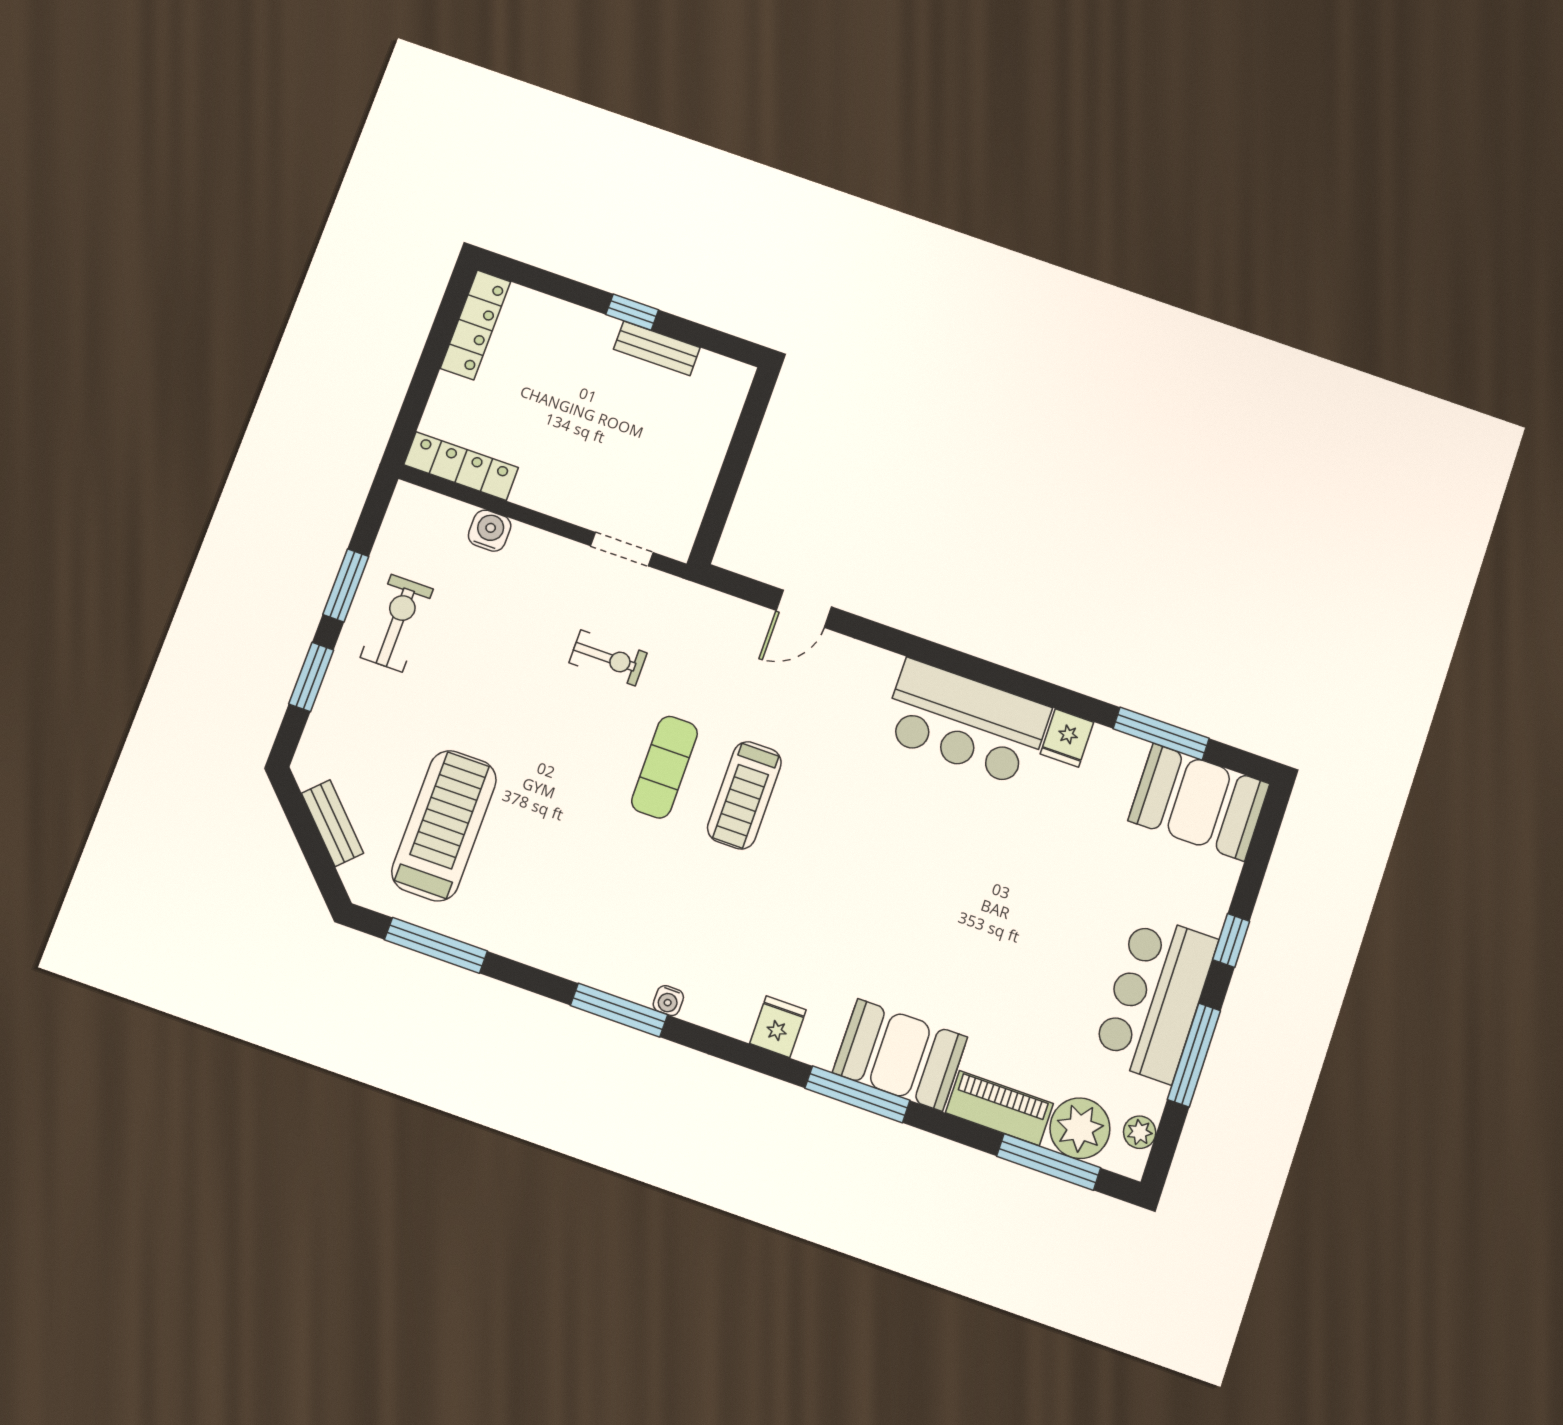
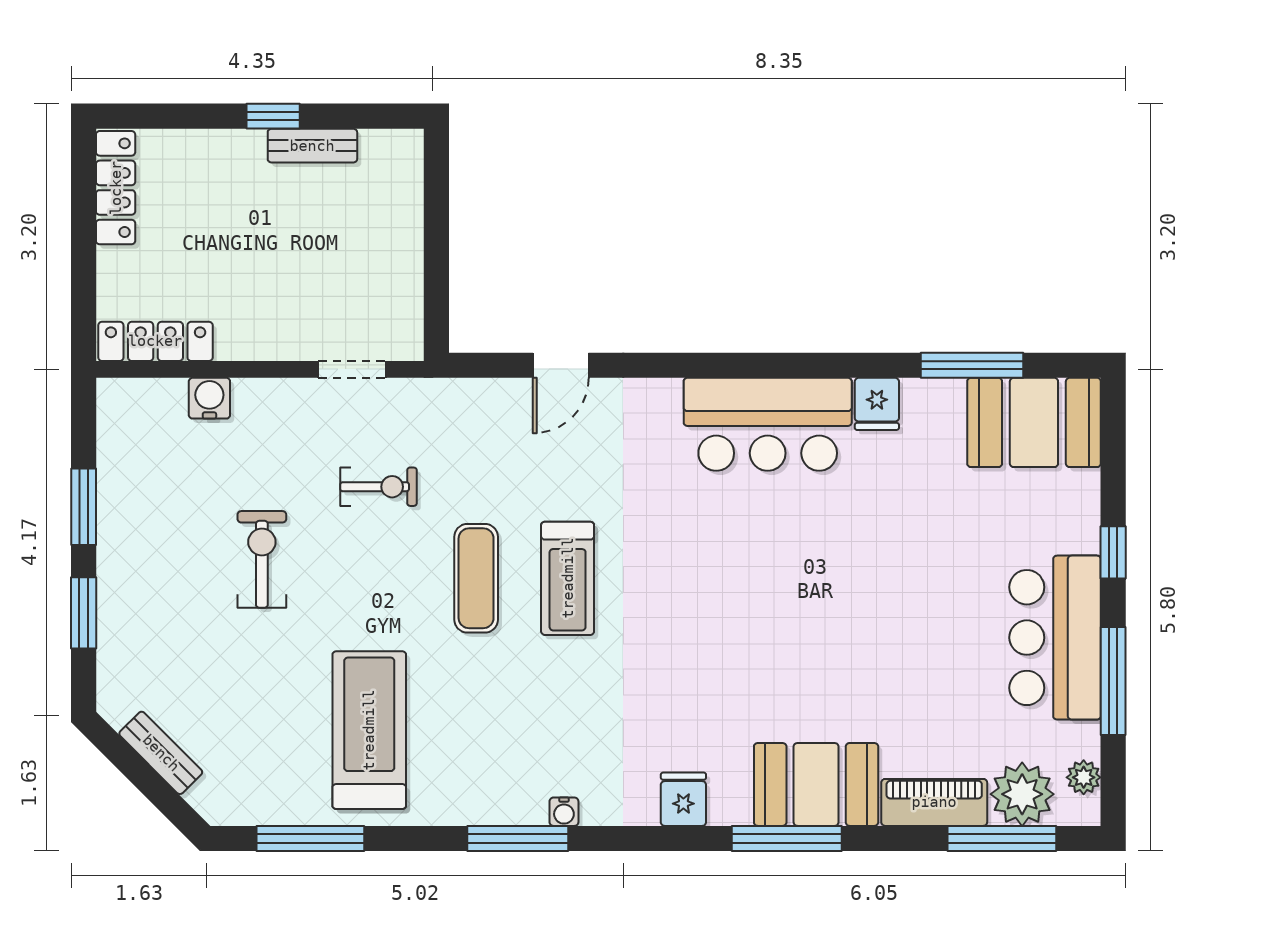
exercise bike: (397, 623) -> (262, 559), moved
treadmill: (444, 826) -> (369, 730), moved

